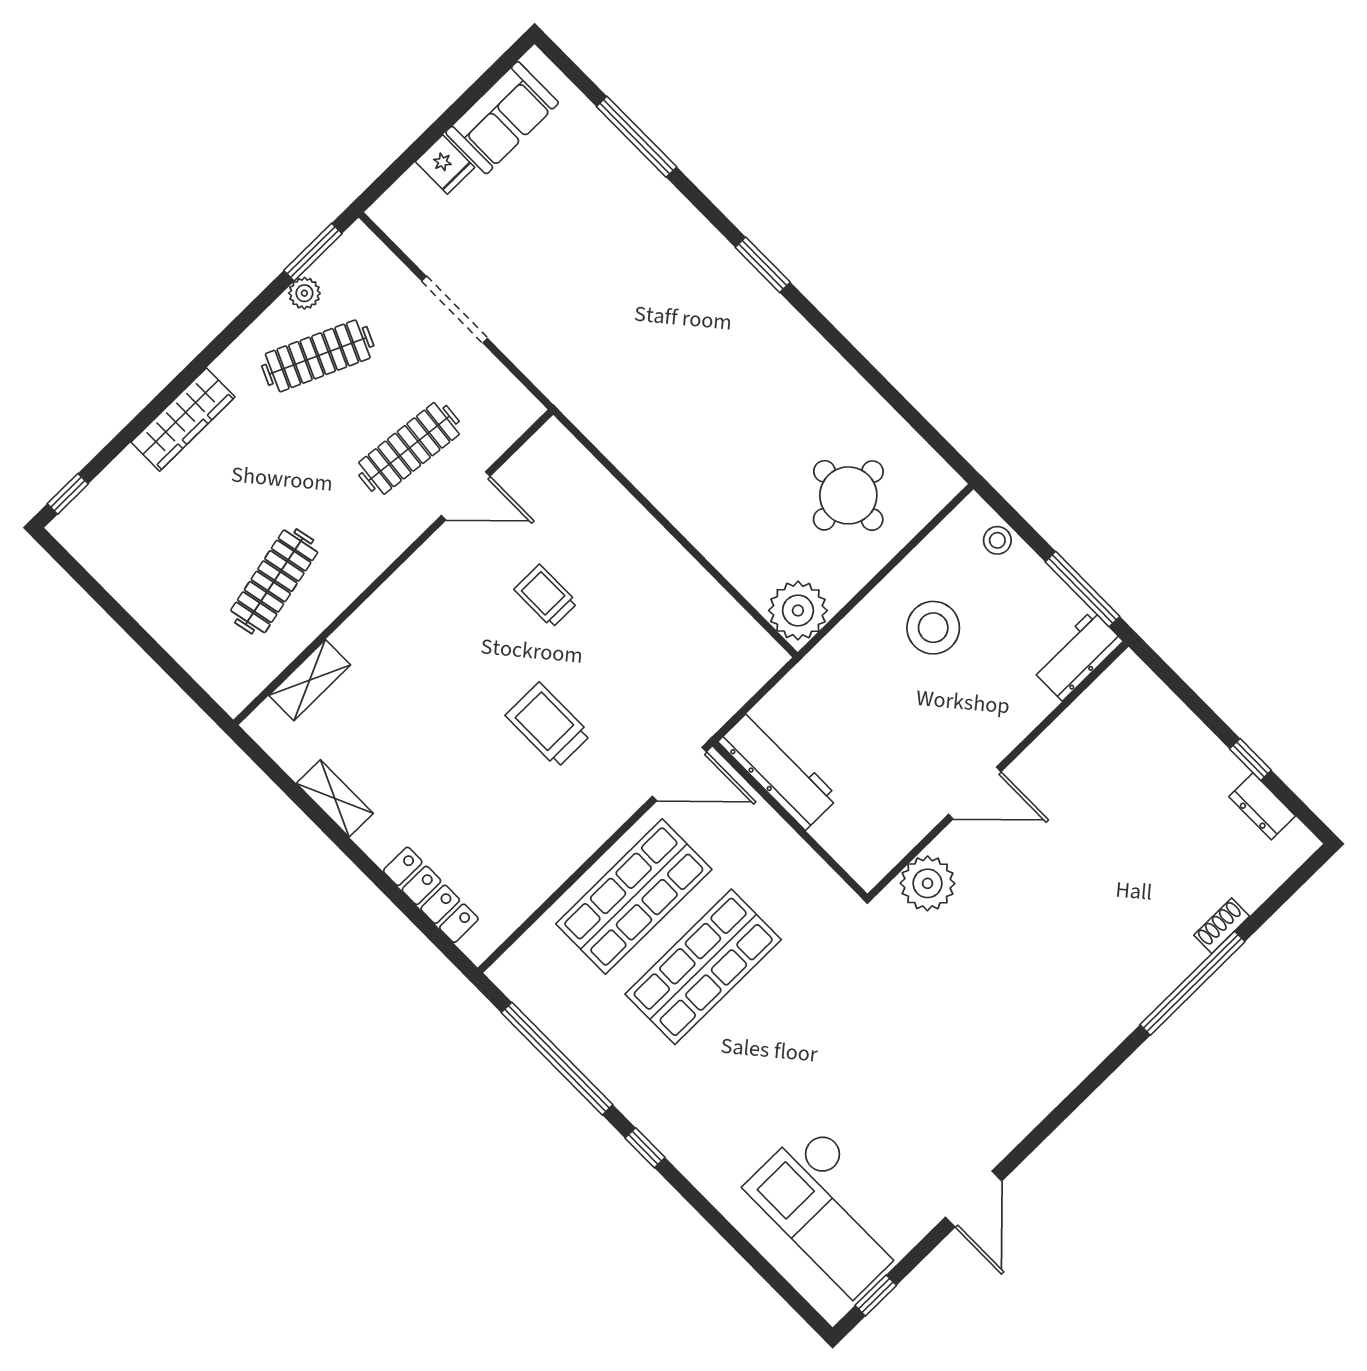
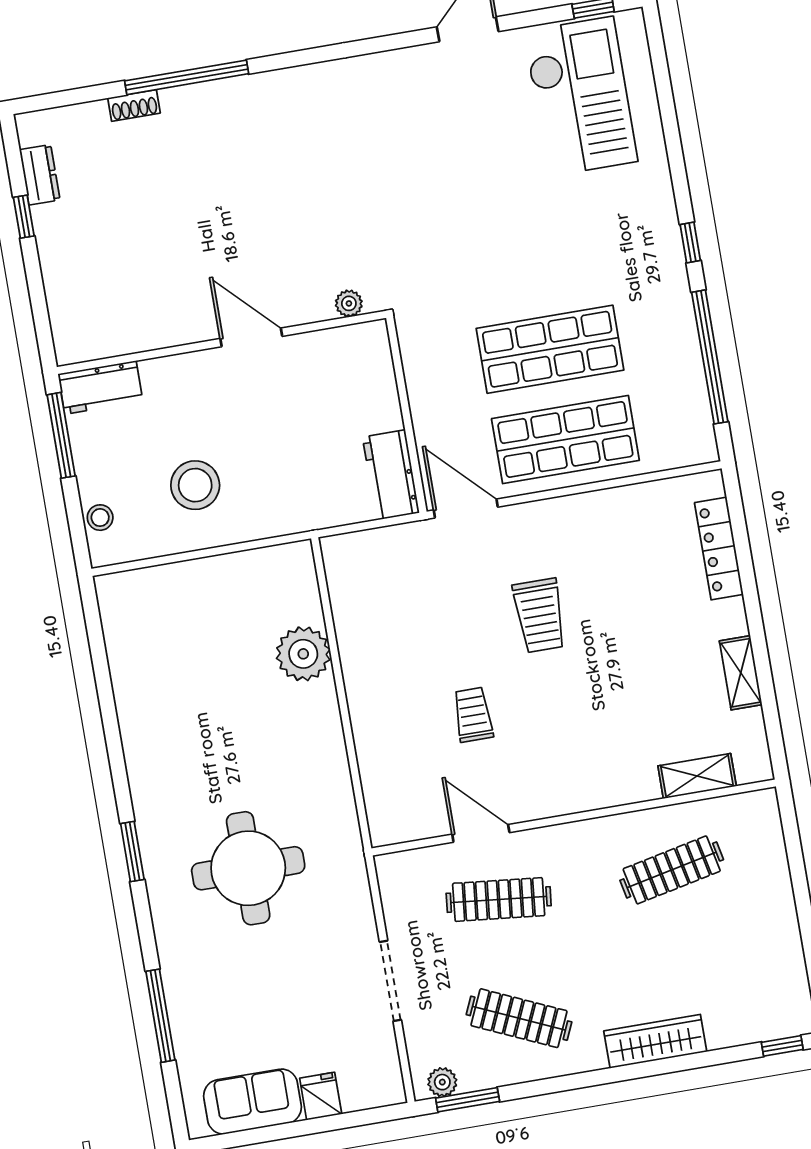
plant: (304, 293) -> (442, 1082), moved
round table: (848, 495) -> (248, 868), moved, width x1.36, depth x1.36
trolley: (546, 596) -> (473, 715), turned 180
plant: (798, 611) -> (303, 654), moved
workbench: (778, 770) -> (391, 475), width x0.73
plant: (928, 883) -> (349, 303), width x0.53, depth x0.53

